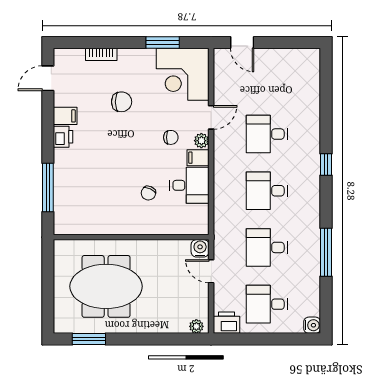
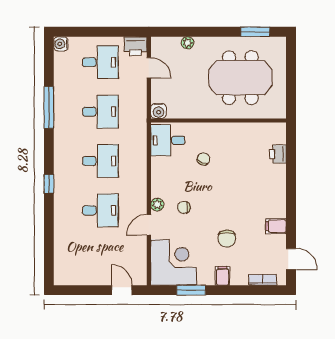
bookcase: (101, 54) -> (263, 280), moved
door: (48, 78) -> (291, 259), hinge flipped
chair: (122, 102) -> (227, 238), turned -90
printer: (63, 137) -> (278, 154), moved
filing cabinet: (198, 158) -> (223, 276), moved, turned -90
desk: (189, 185) -> (168, 140), moved
window: (48, 188) -> (291, 164), removed
door: (211, 271) -> (149, 68), moved
plant: (196, 326) -> (187, 43), moved

